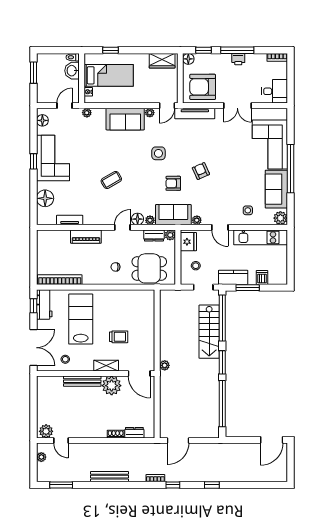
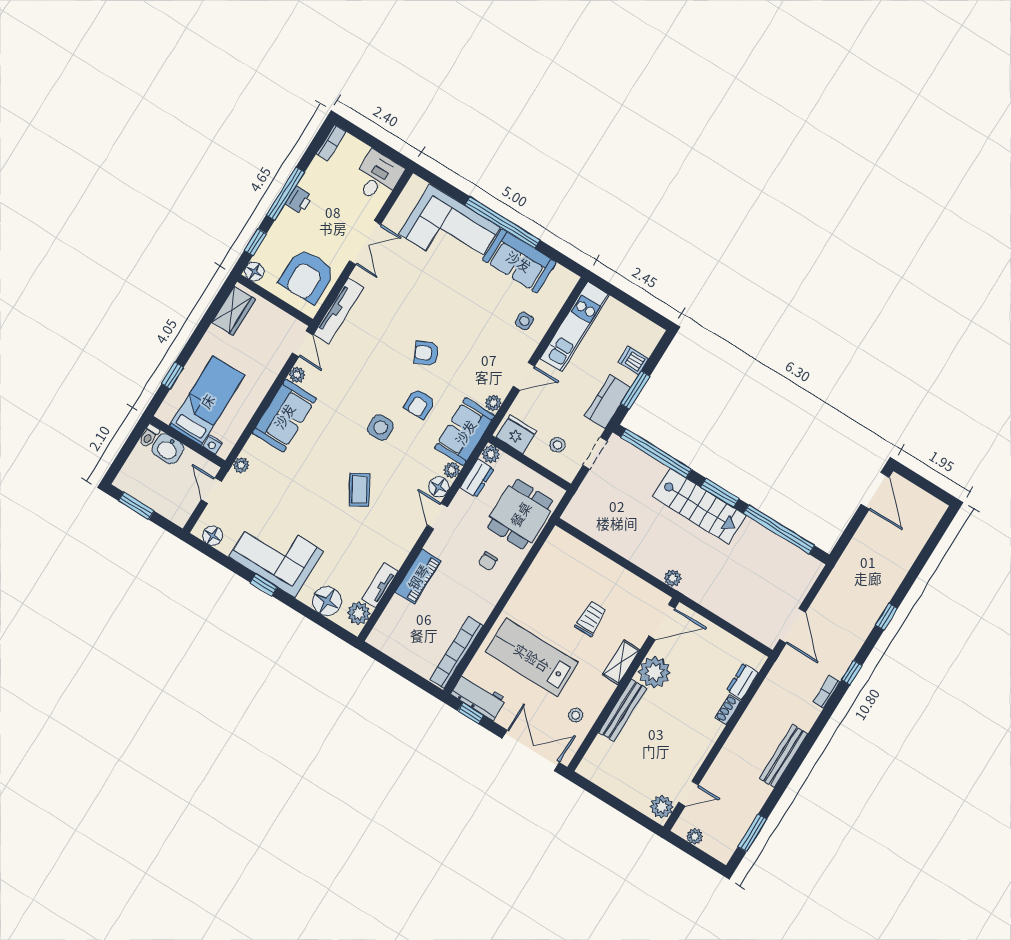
side table: (158, 153) -> (381, 427), moved
plant: (280, 218) -> (359, 613), moved
stairs: (209, 332) -> (699, 506), moved

